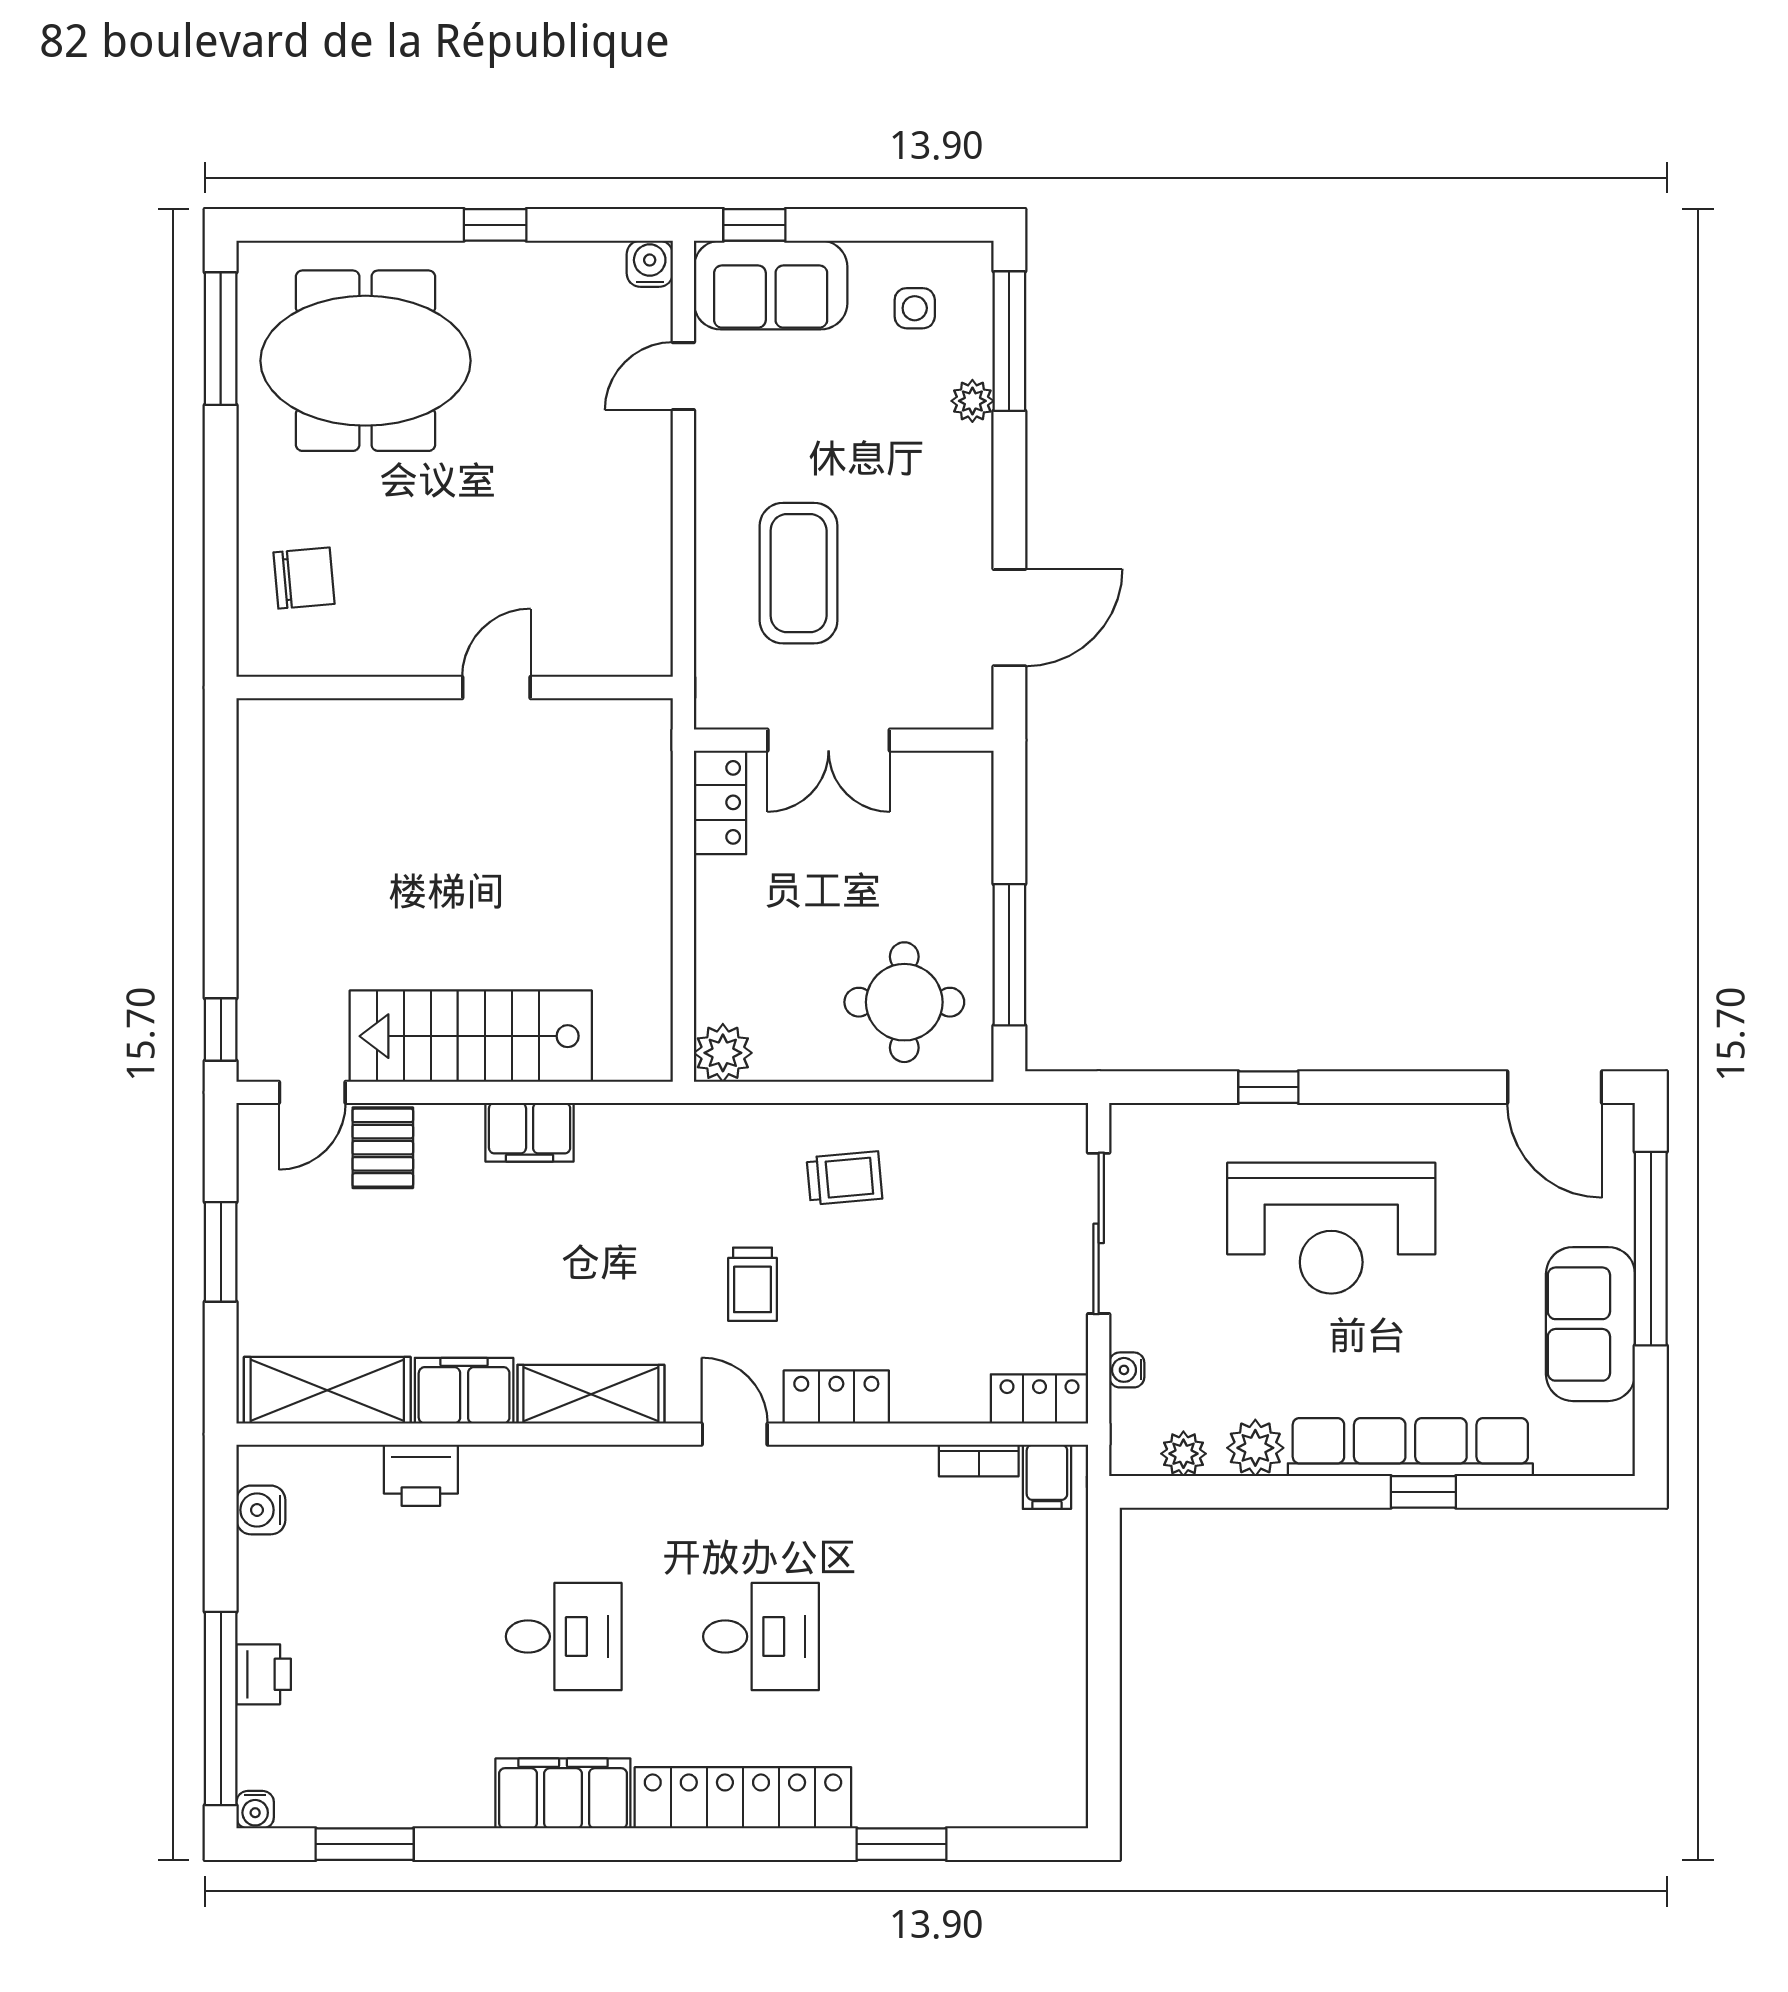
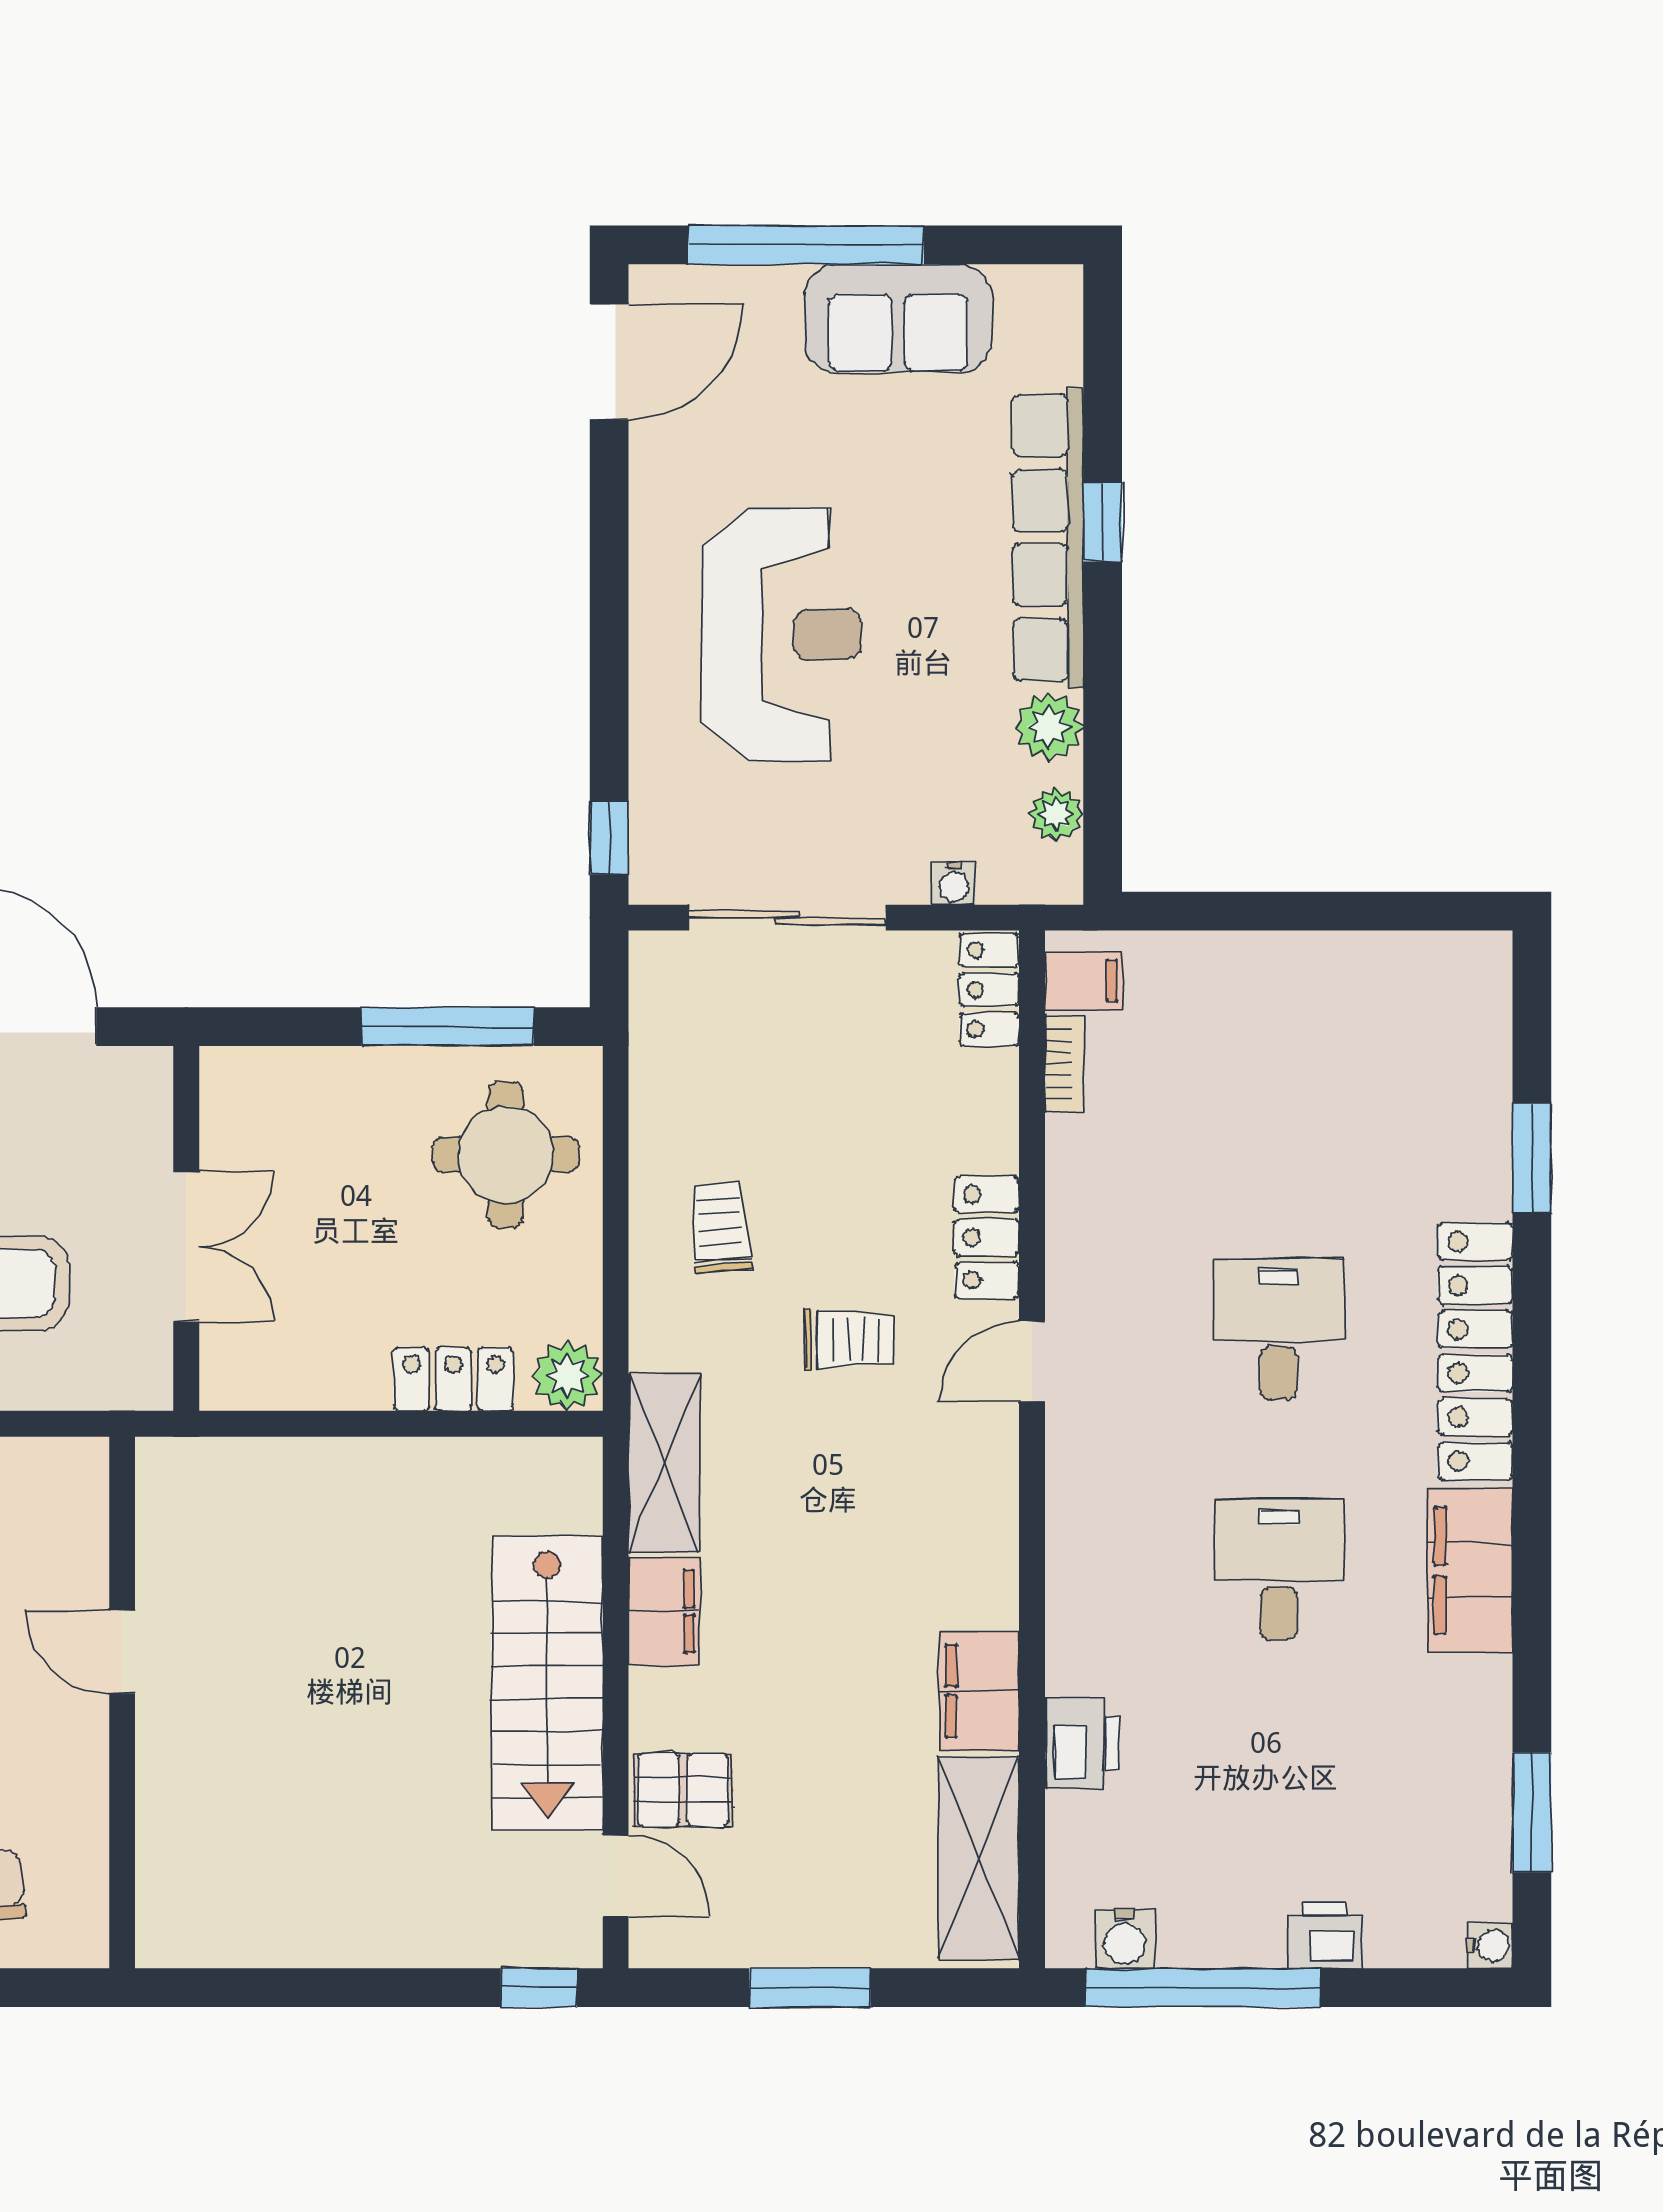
locker: (720, 802) -> (453, 1379), moved
window: (1268, 1087) -> (609, 838), moved
shelving: (591, 1394) -> (664, 1463), moved
window: (221, 1708) -> (1203, 1988), moved

